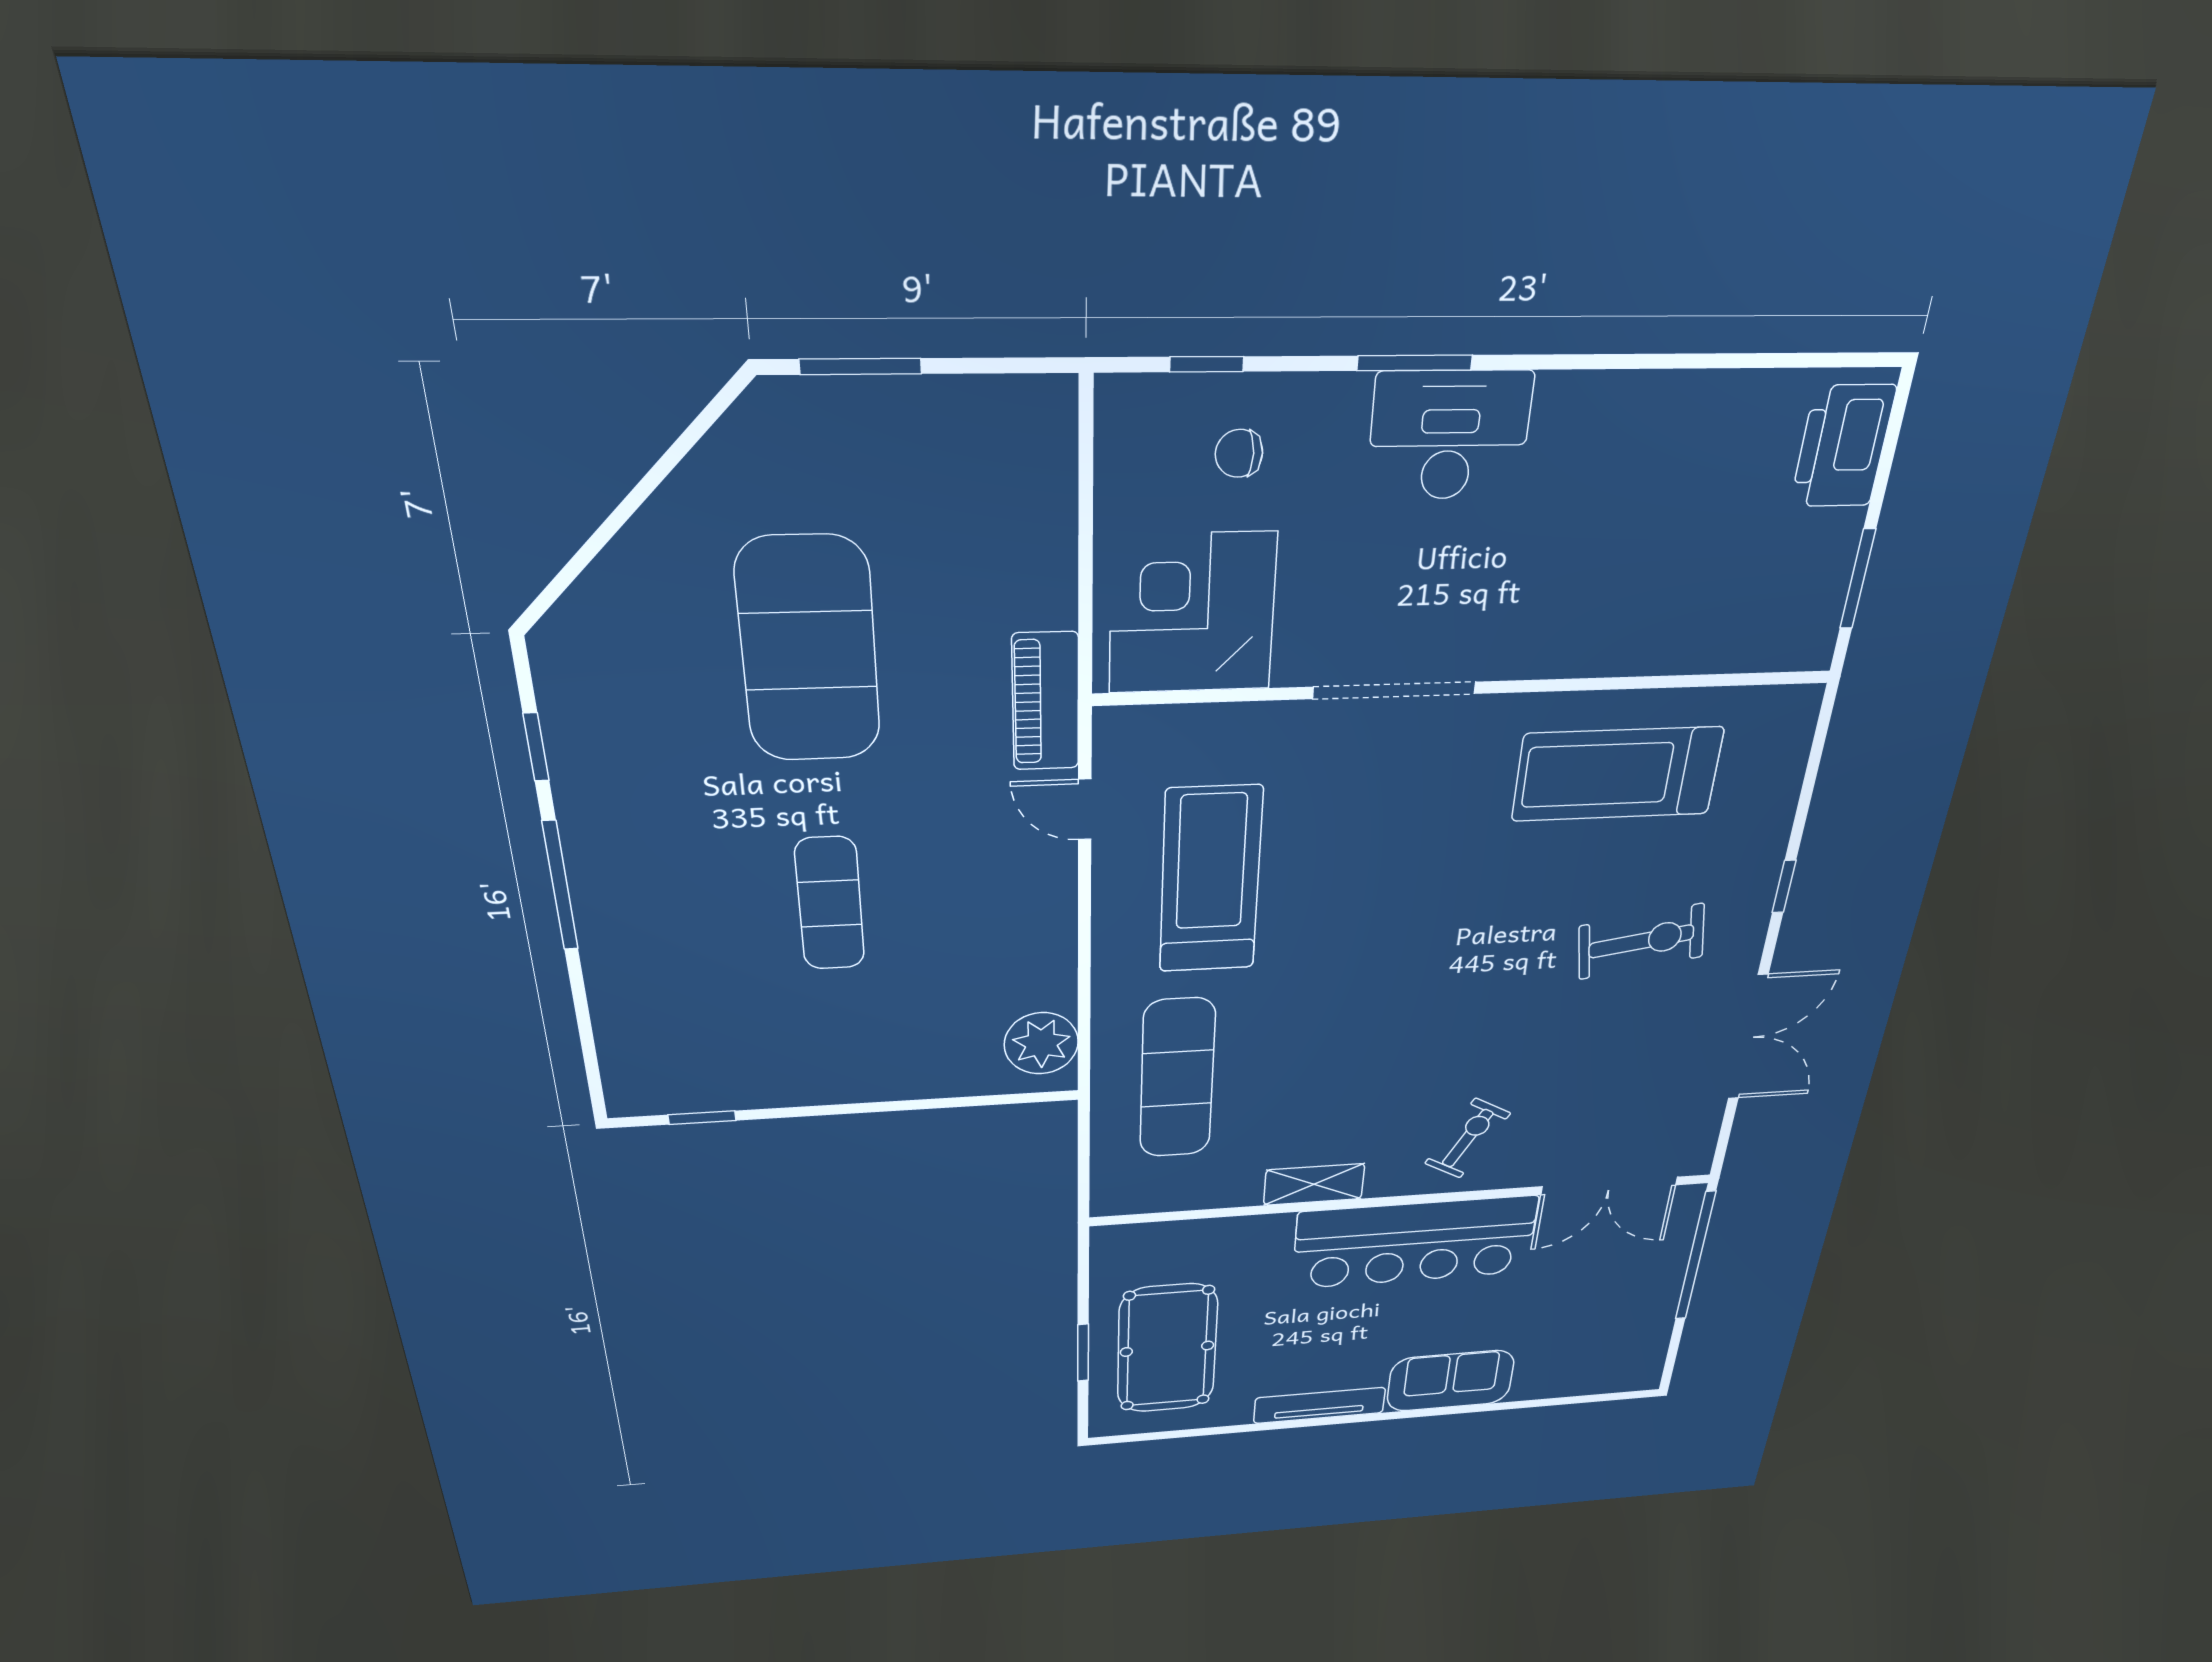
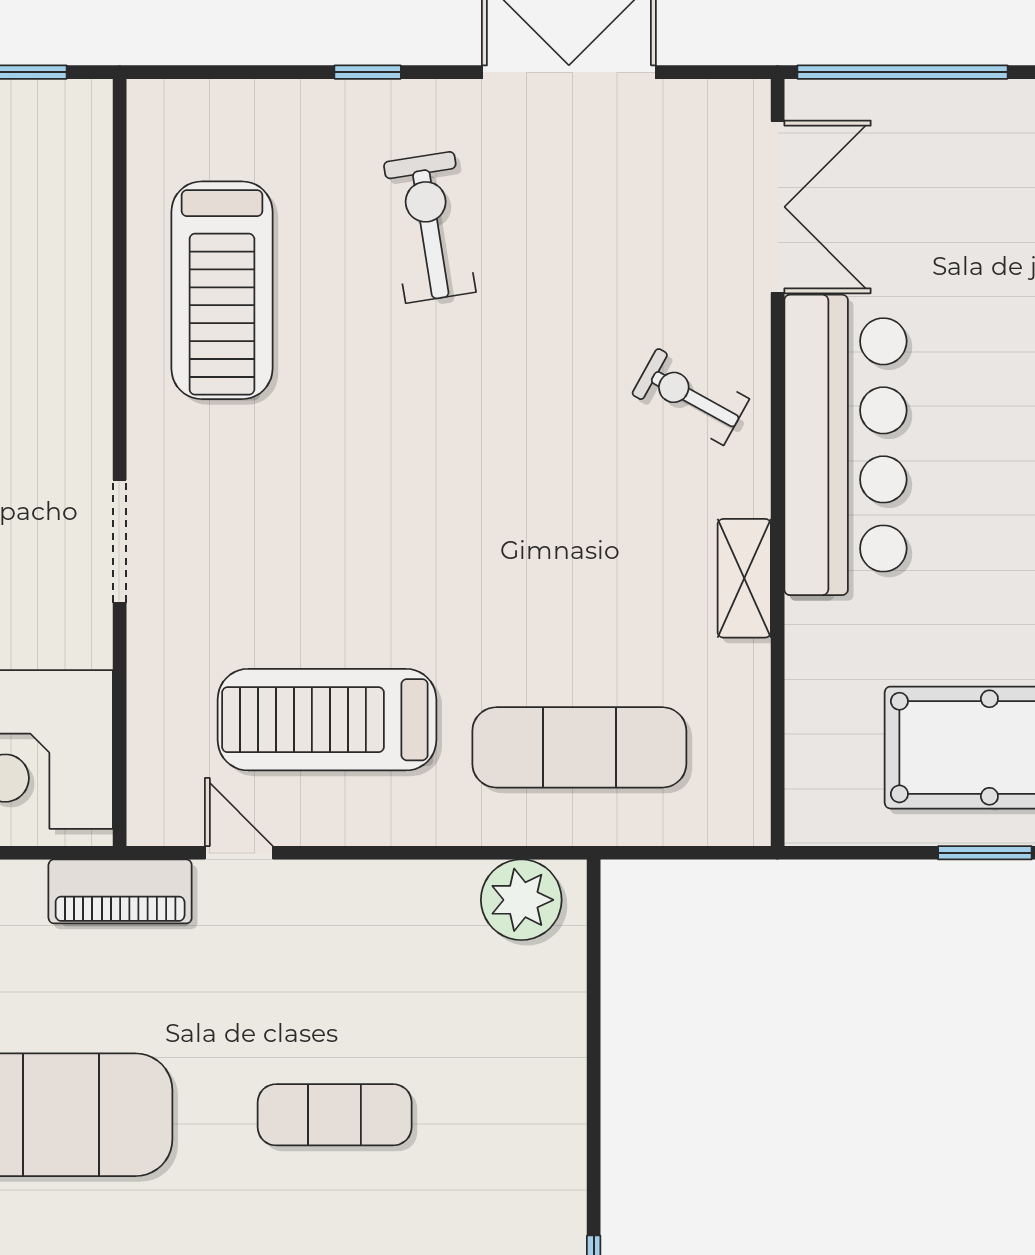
doorway: (1394, 690) -> (120, 541), width x0.73
door: (1085, 809) -> (239, 853), swing flipped

